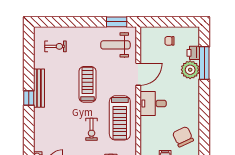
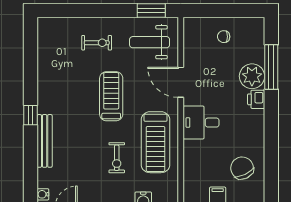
exercise bike: (56, 46) -> (97, 43), moved
printer: (193, 53) -> (256, 99), moved
door: (138, 74) -> (181, 82), swing flipped
bench: (39, 88) -> (45, 141), moved

